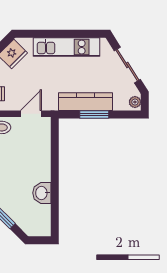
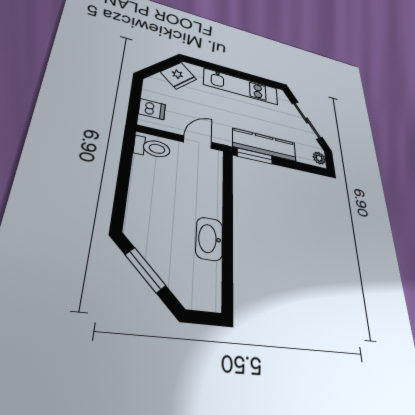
window: (94, 115) -> (255, 156), moved
washbasin: (42, 193) -> (209, 239), width x1.38

